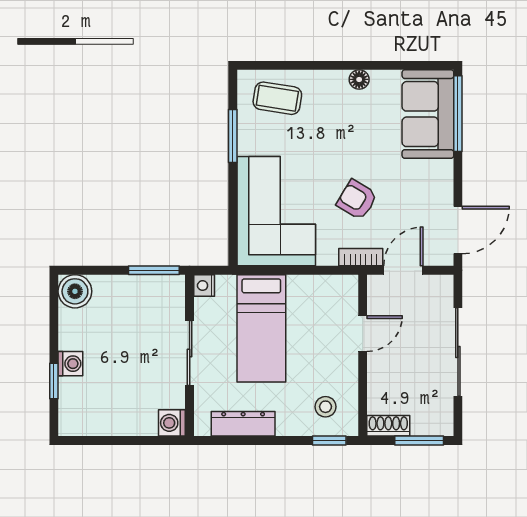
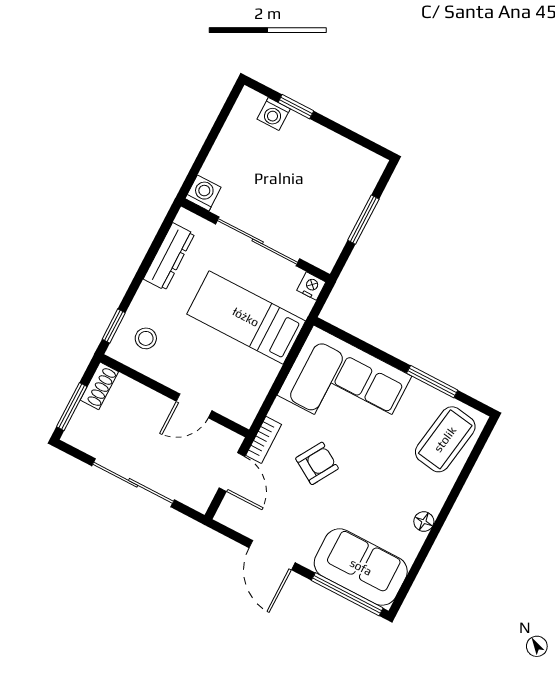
coffee table: (277, 98) -> (445, 439), width x1.36, depth x1.30
door: (458, 230) -> (272, 555), moved
window: (154, 270) -> (363, 220), moved
boiler: (75, 291) -> (366, 167), removed
door: (363, 334) -> (194, 406), hinge flipped
sliding door: (190, 353) -> (258, 241), width x1.37
washing machine: (70, 364) -> (274, 114), moved

